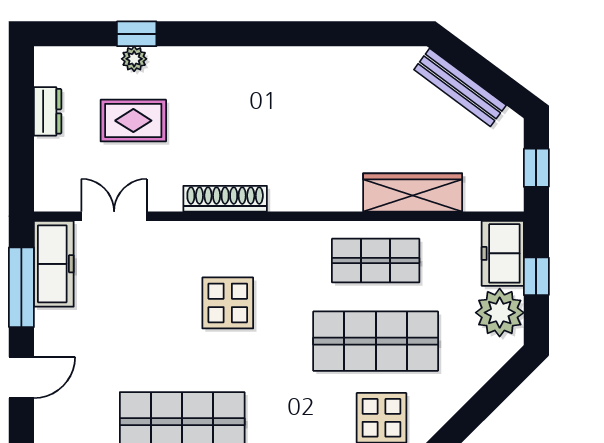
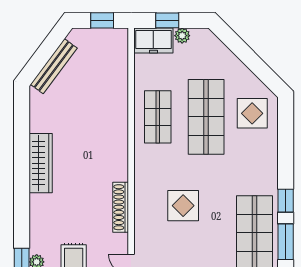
wardrobe: (413, 192) -> (41, 163), moved, turned 180
plant: (500, 313) -> (182, 36), width x0.53, depth x0.53

